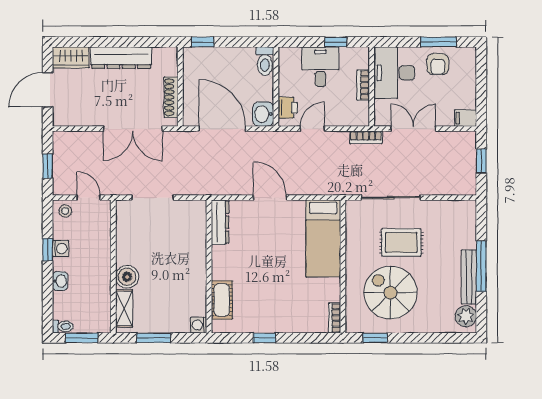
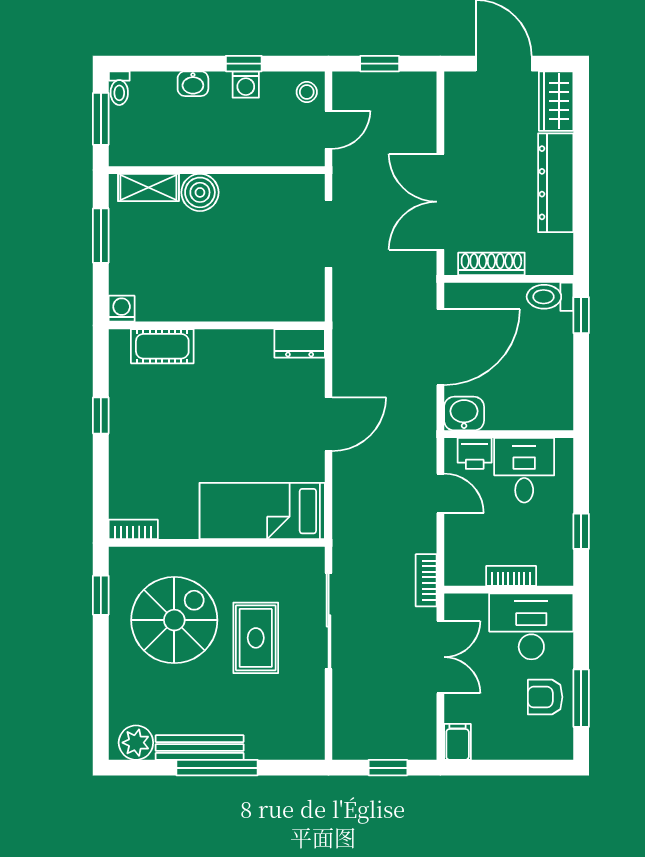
toilet: (265, 61) -> (550, 297), moved
desk: (320, 67) -> (524, 470), moved, turned -90
dresser: (220, 222) -> (300, 343), width x0.70

